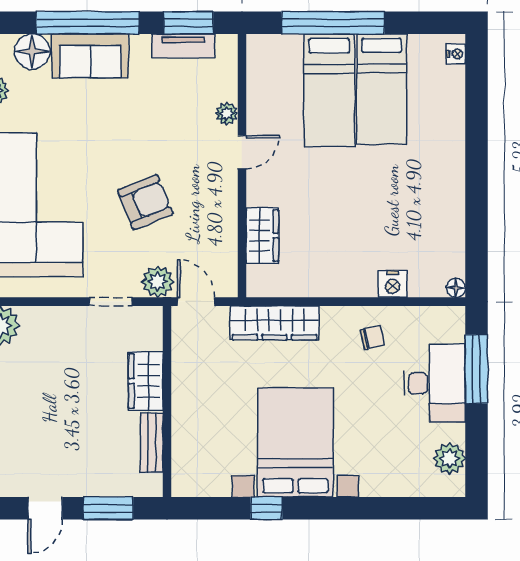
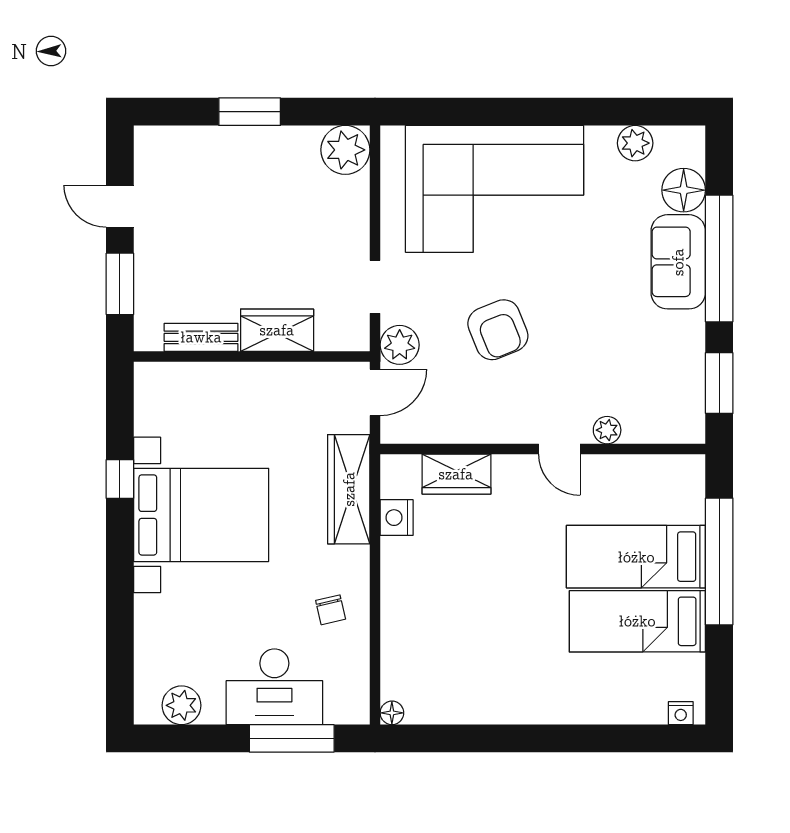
tv unit: (183, 46) -> (691, 376), removed
nightstand: (393, 284) -> (397, 518), moved

